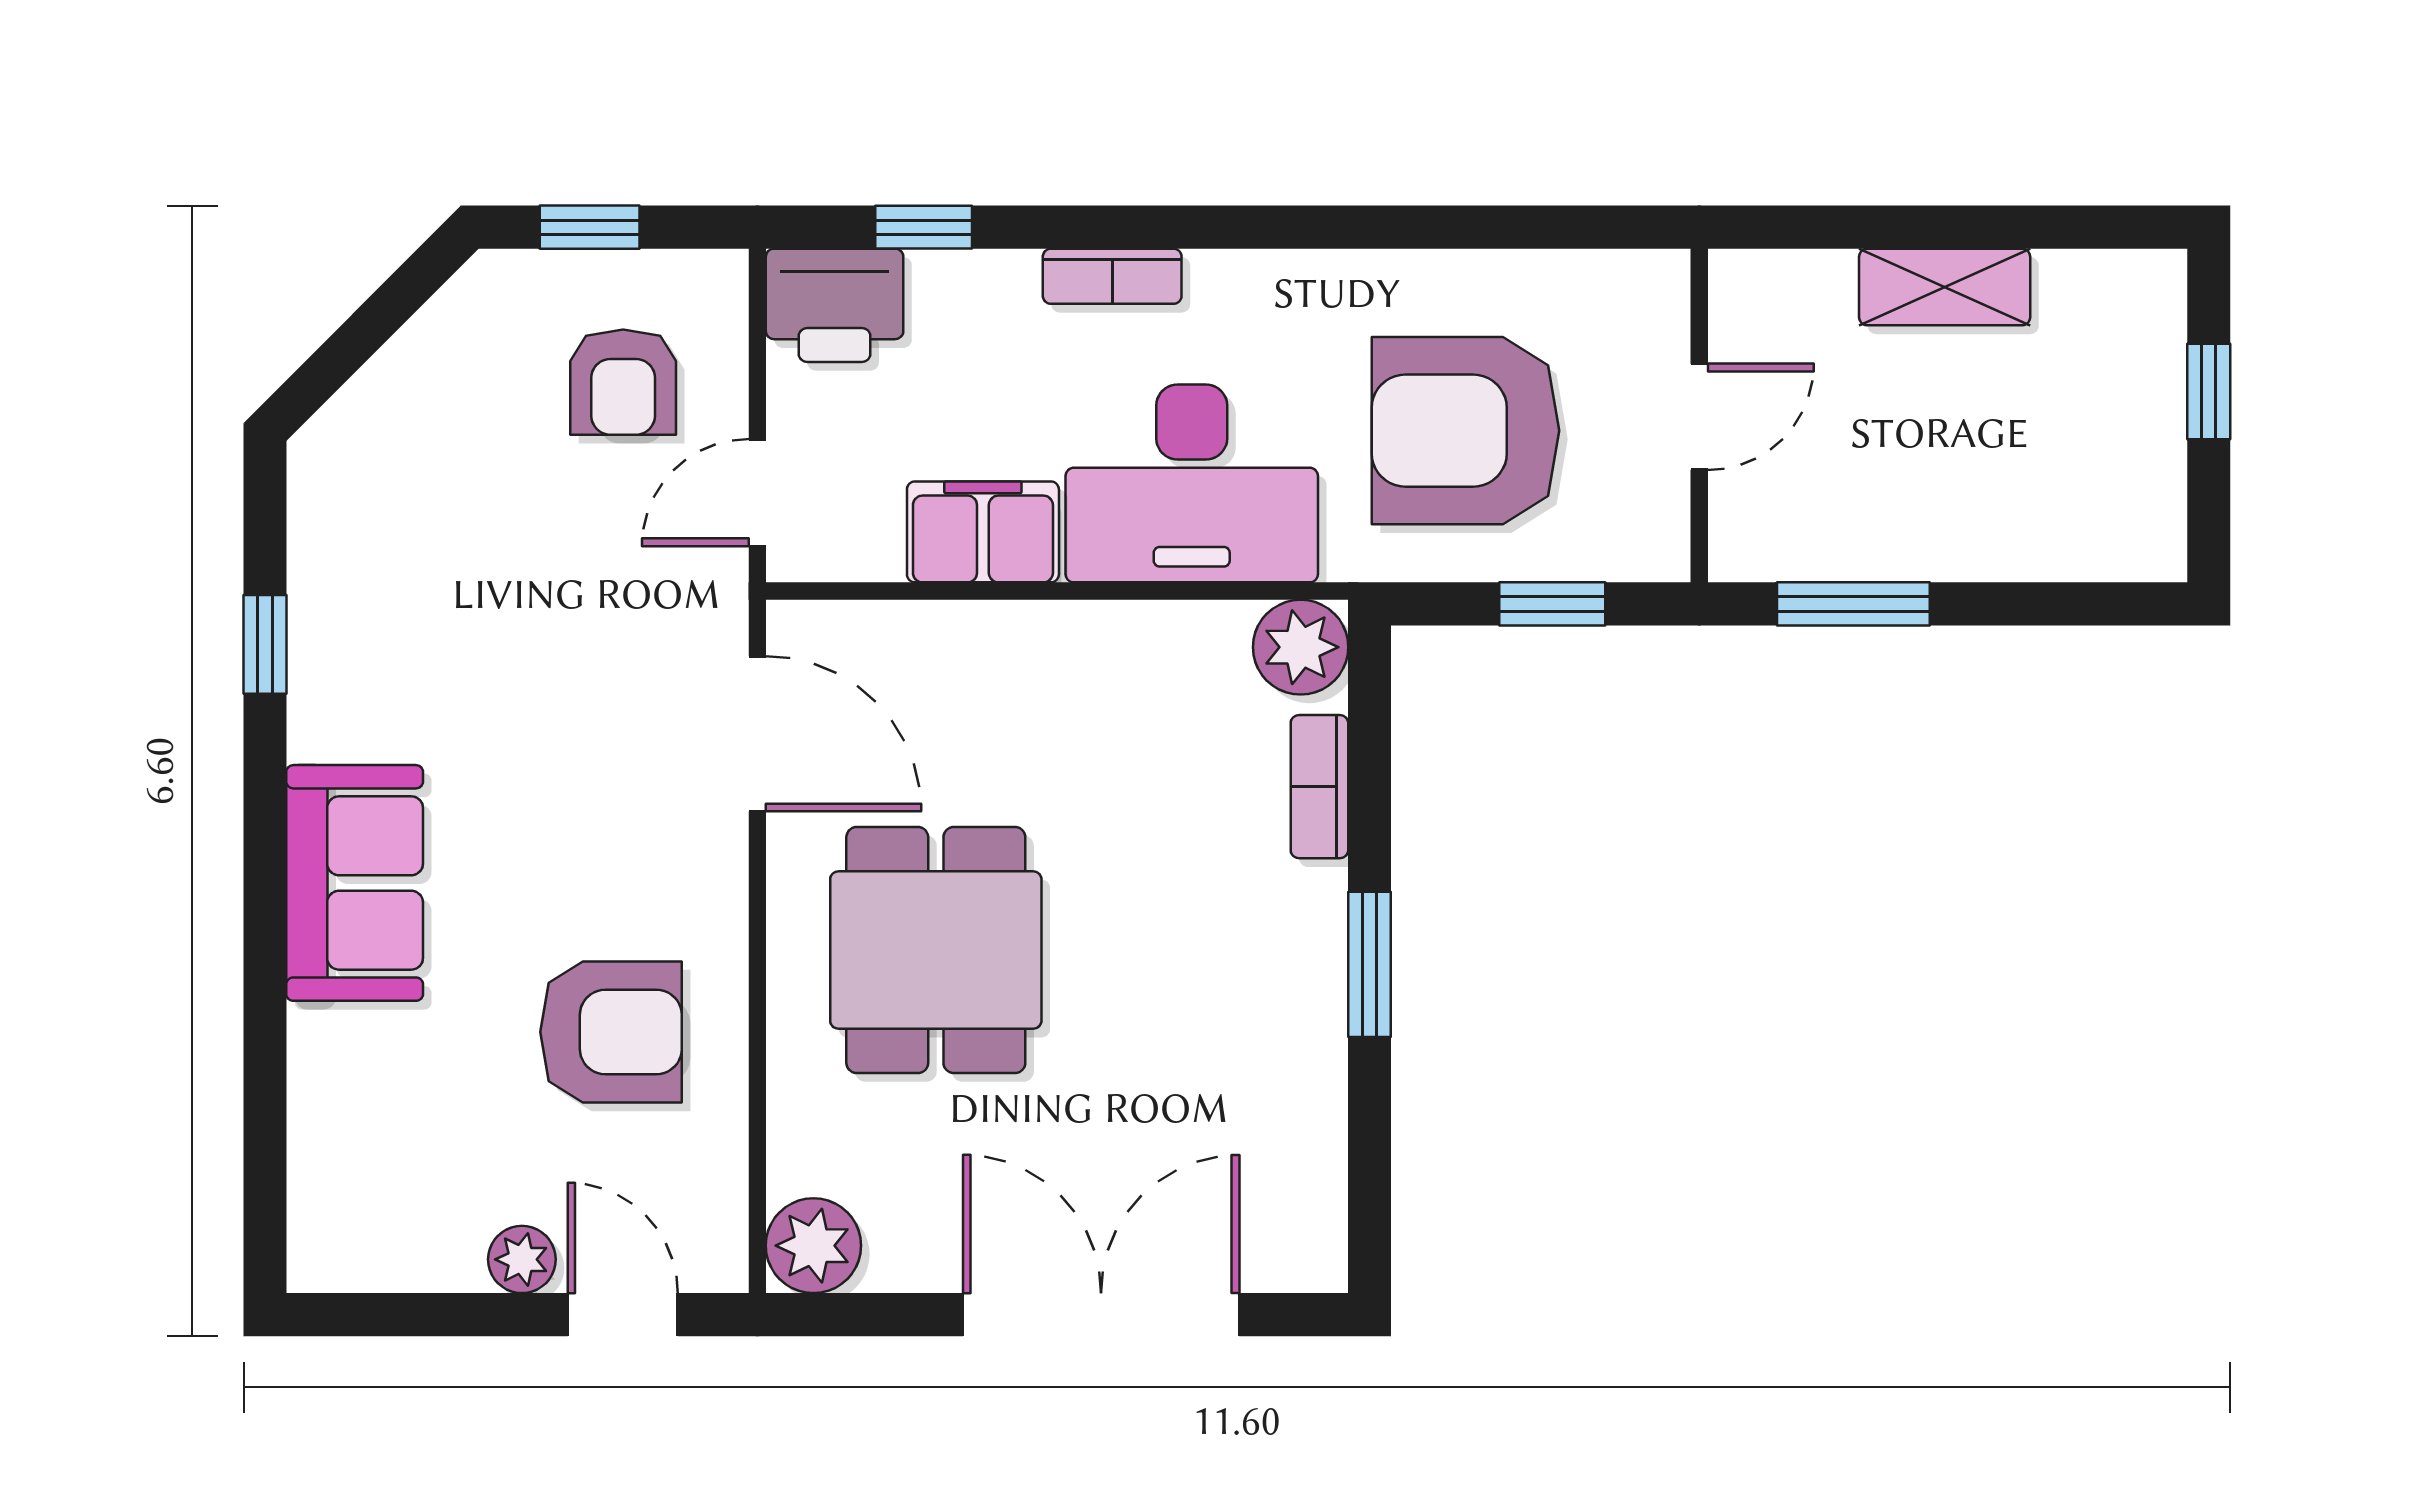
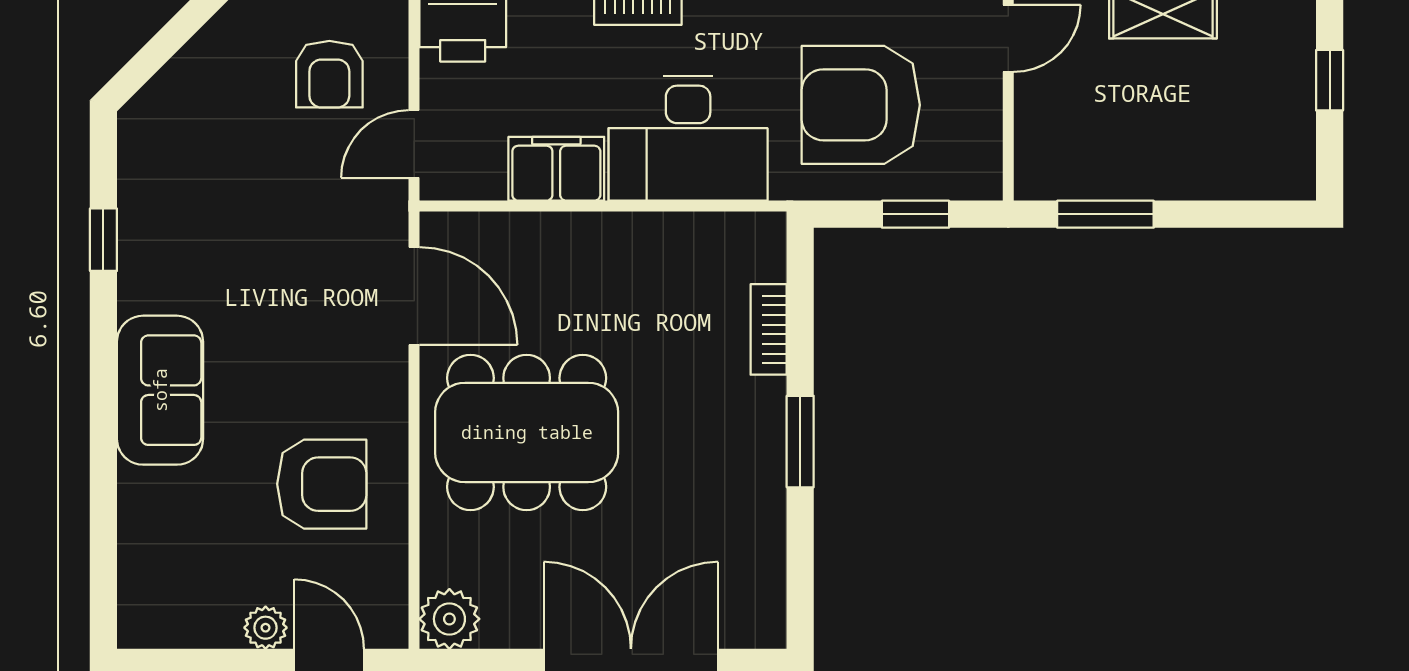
door: (1699, 417) -> (1008, 38), moved
plant: (1301, 647) -> (757, 241), removed
dining table: (936, 950) -> (527, 432), width x1.38

